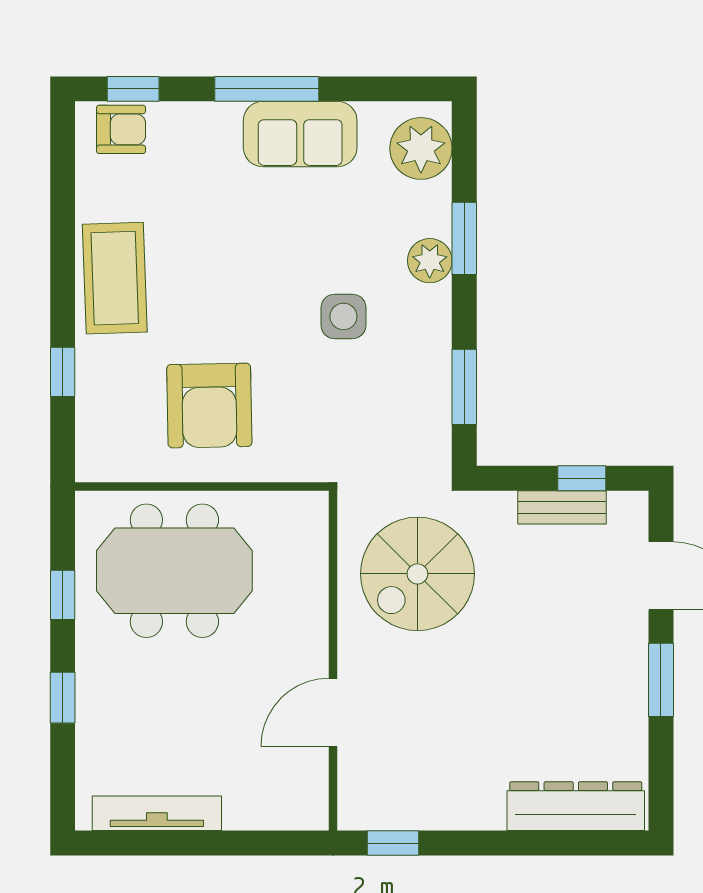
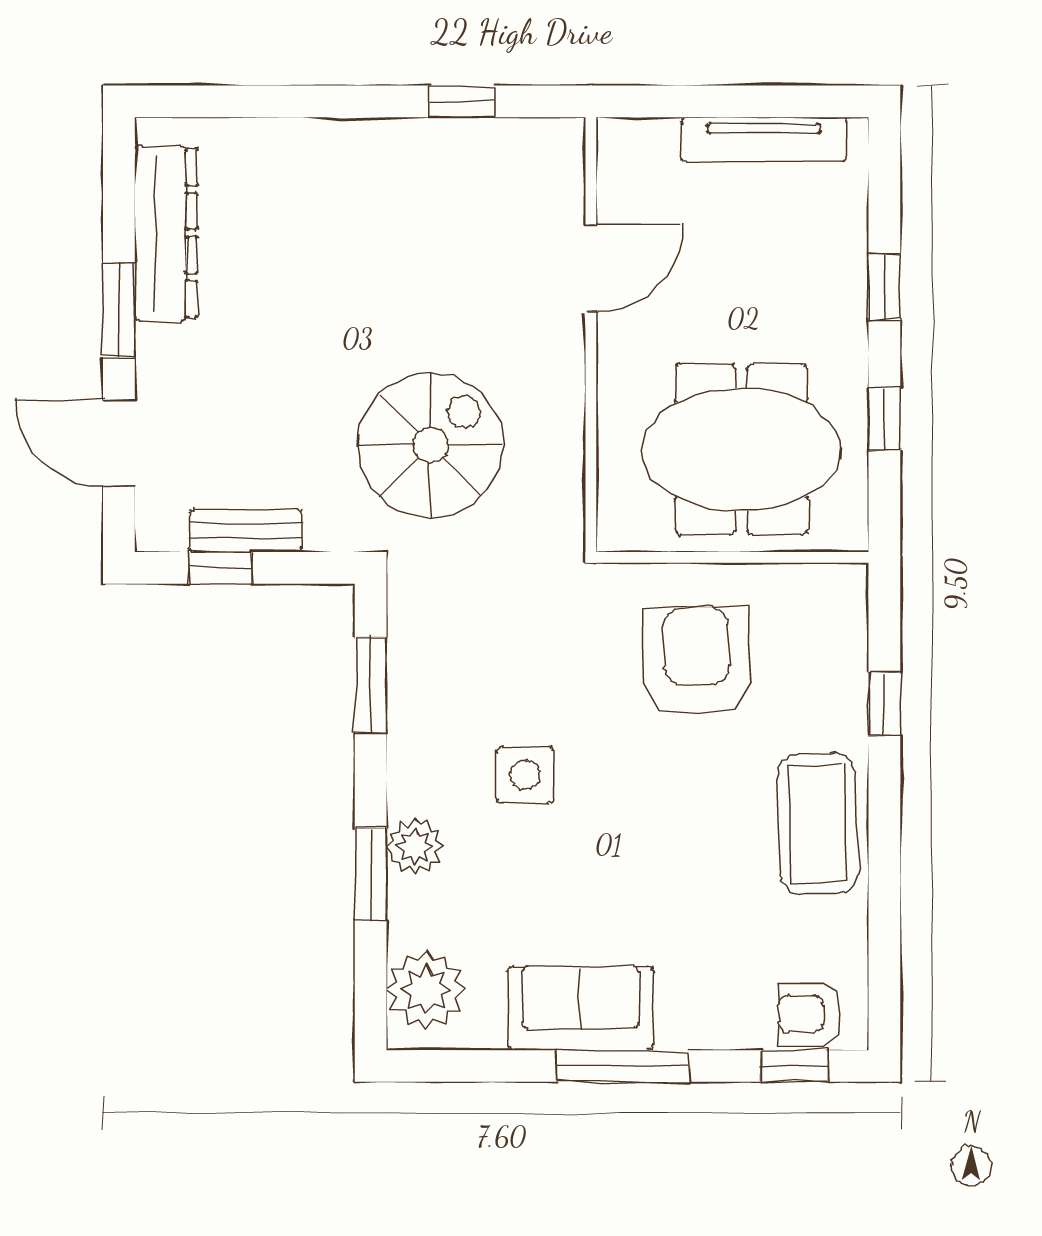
wall: (333, 661) -> (591, 335), moved
door: (333, 712) -> (591, 268), moved
dresser: (576, 806) -> (166, 233), moved, turned -90

